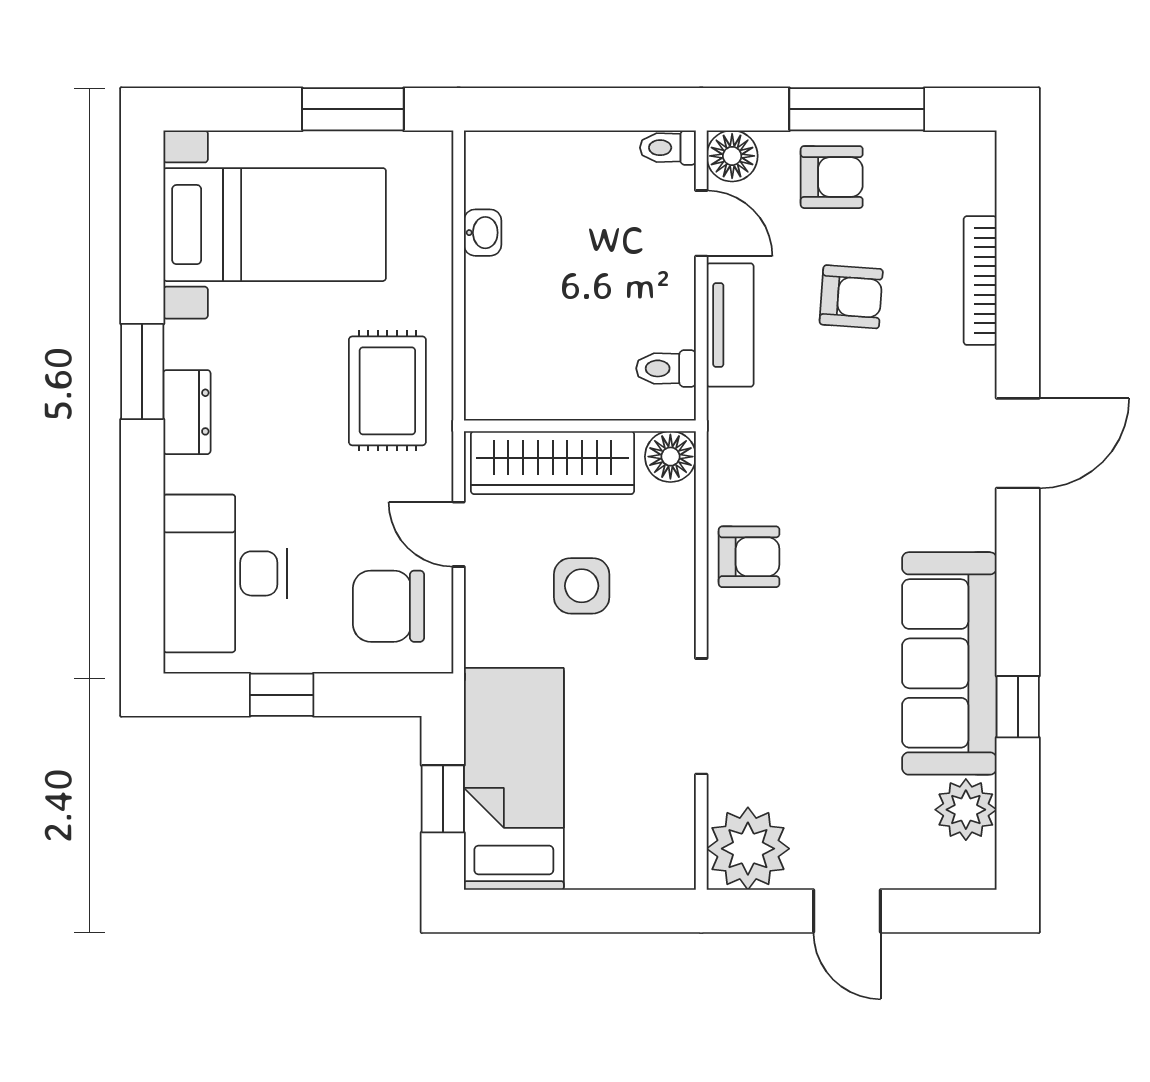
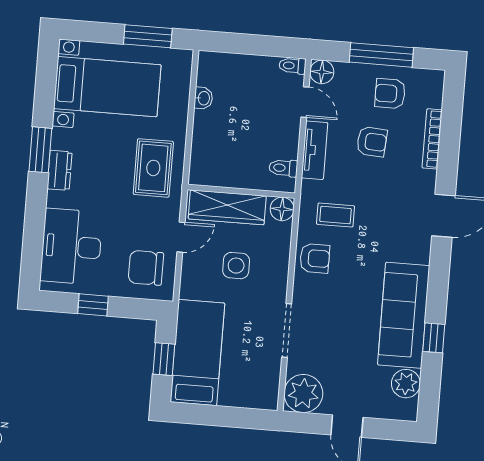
armchair: (832, 177) -> (390, 94), moved, turned 180
coffee table: (786, 460) -> (336, 215), added
door: (459, 534) -> (181, 237), swing flipped

